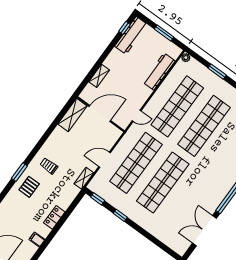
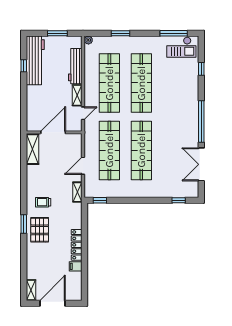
window: (125, 28) -> (24, 66), moved
workbench: (131, 35) -> (35, 60), width x1.36, depth x1.32
shelving: (99, 76) -> (77, 95), moved
pallet: (29, 187) -> (40, 230), width x1.50, depth x1.42
window: (120, 215) -> (179, 200), moved
locker: (54, 217) -> (77, 245), width x1.53

